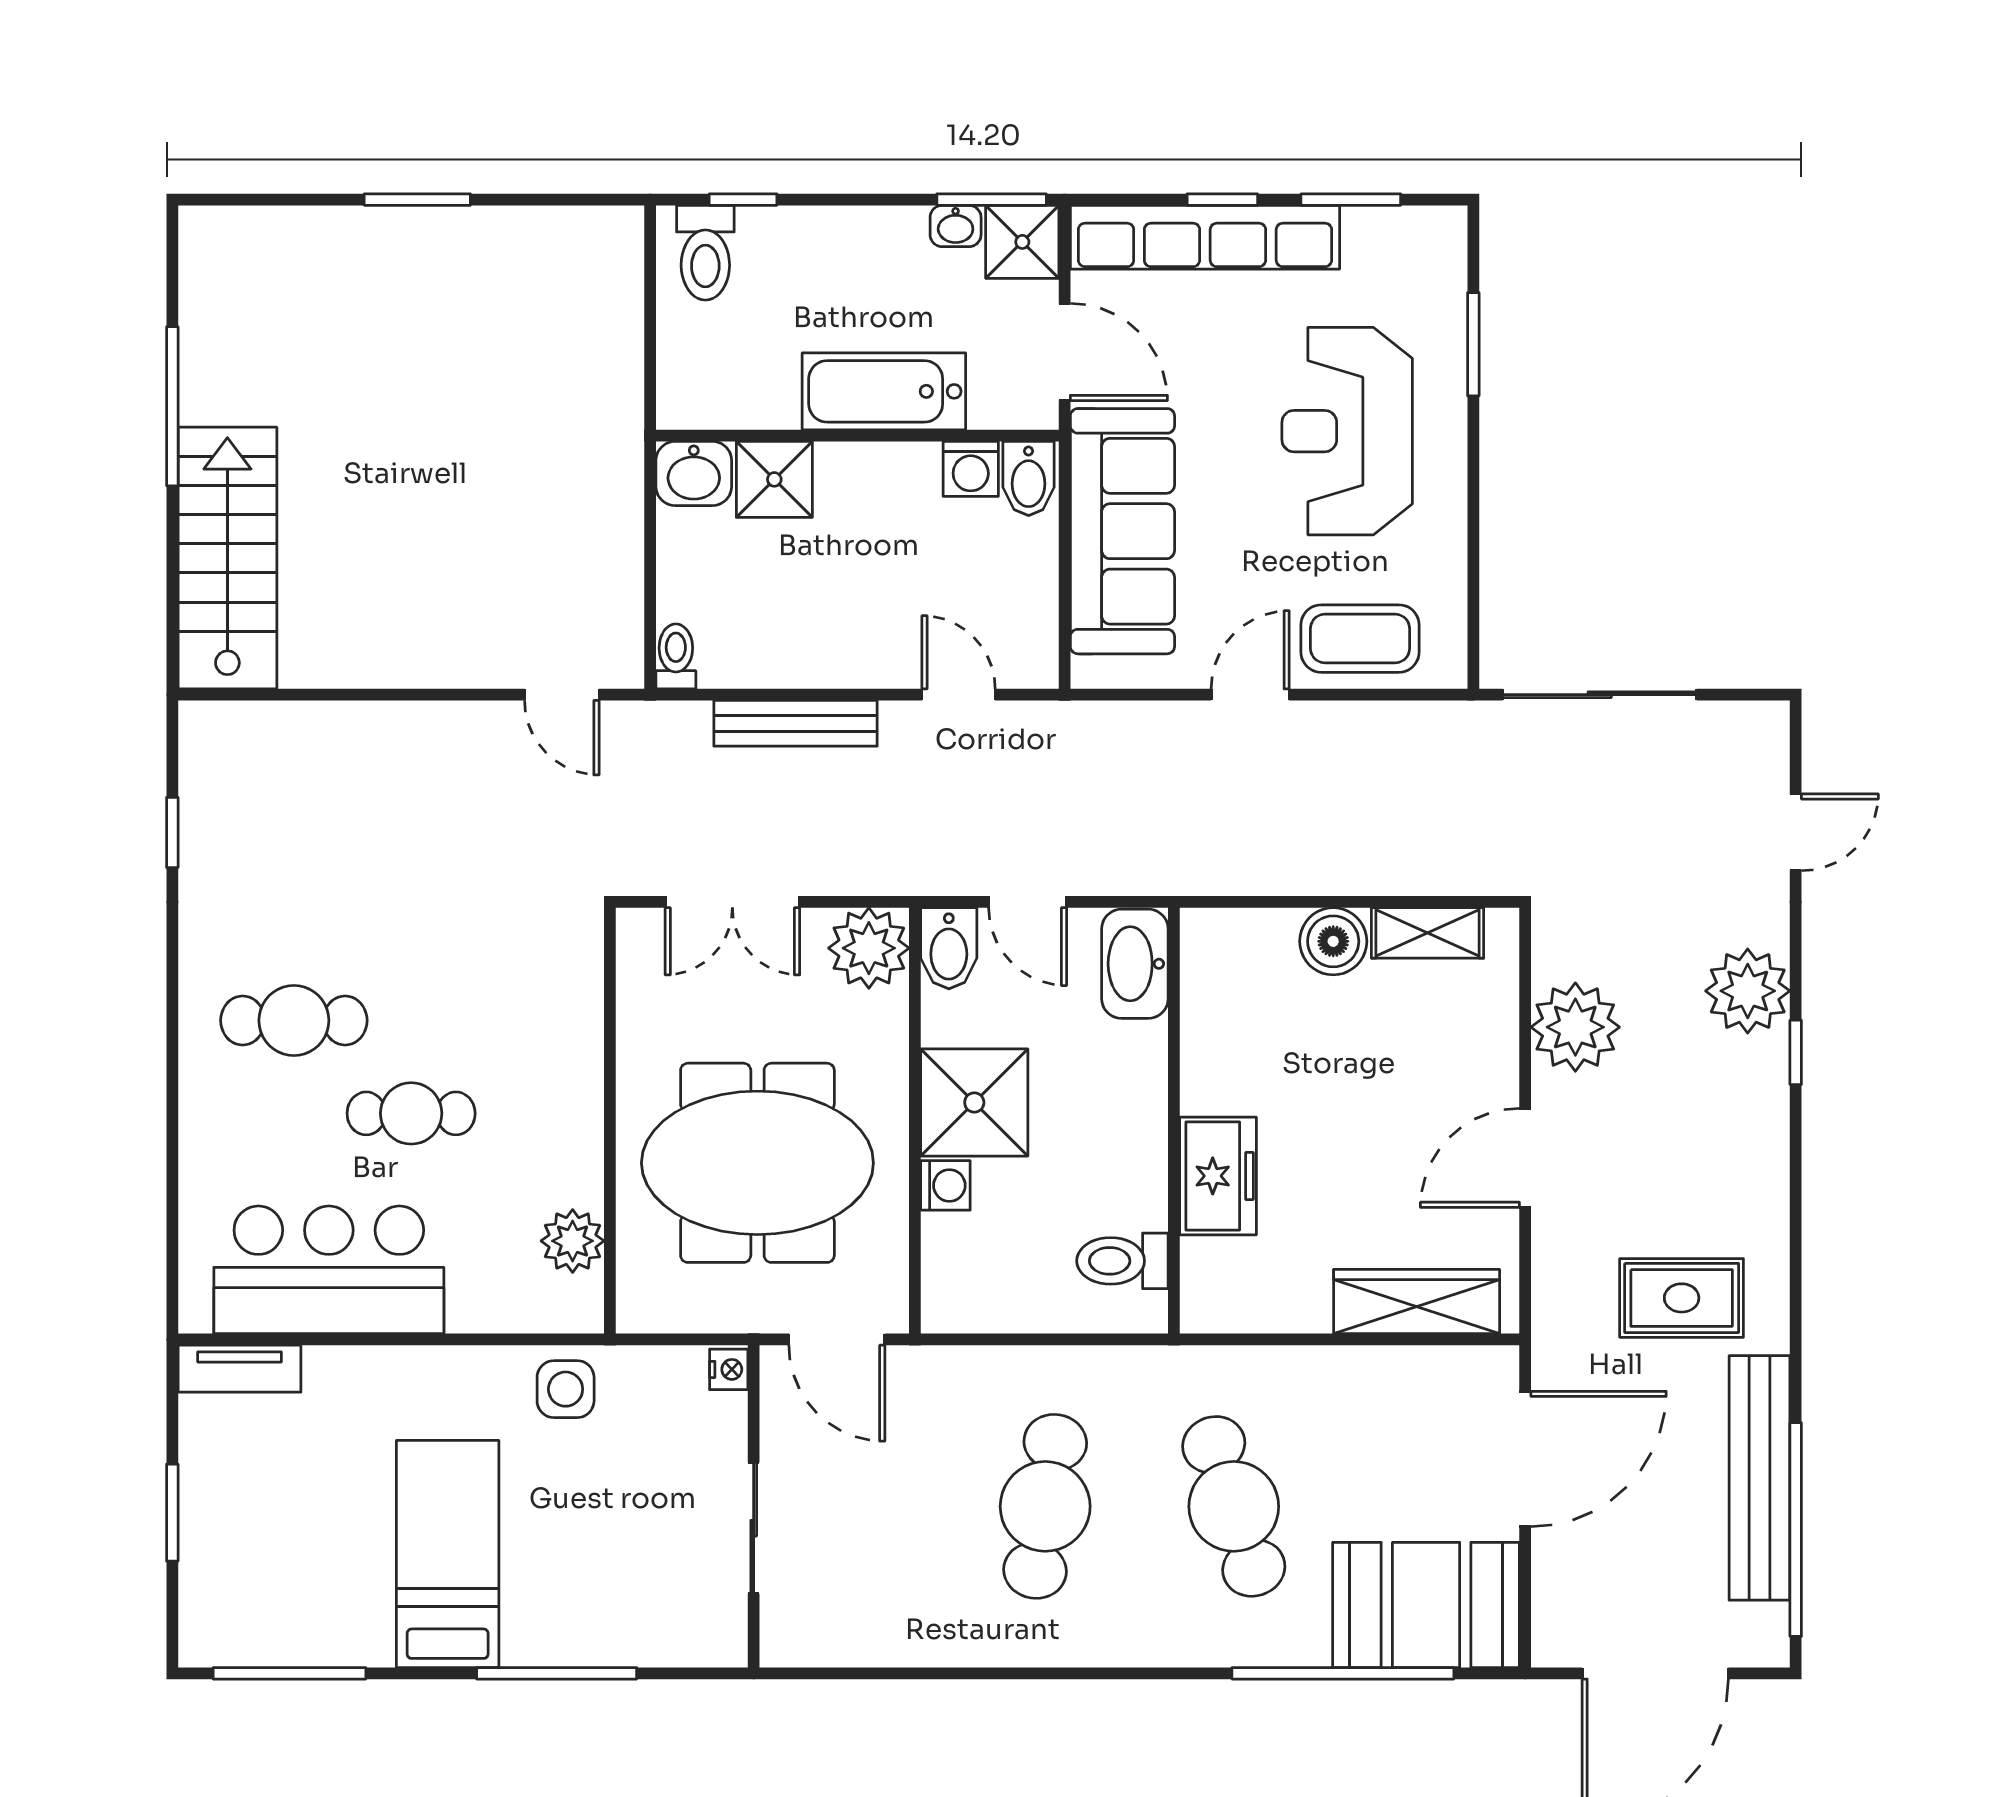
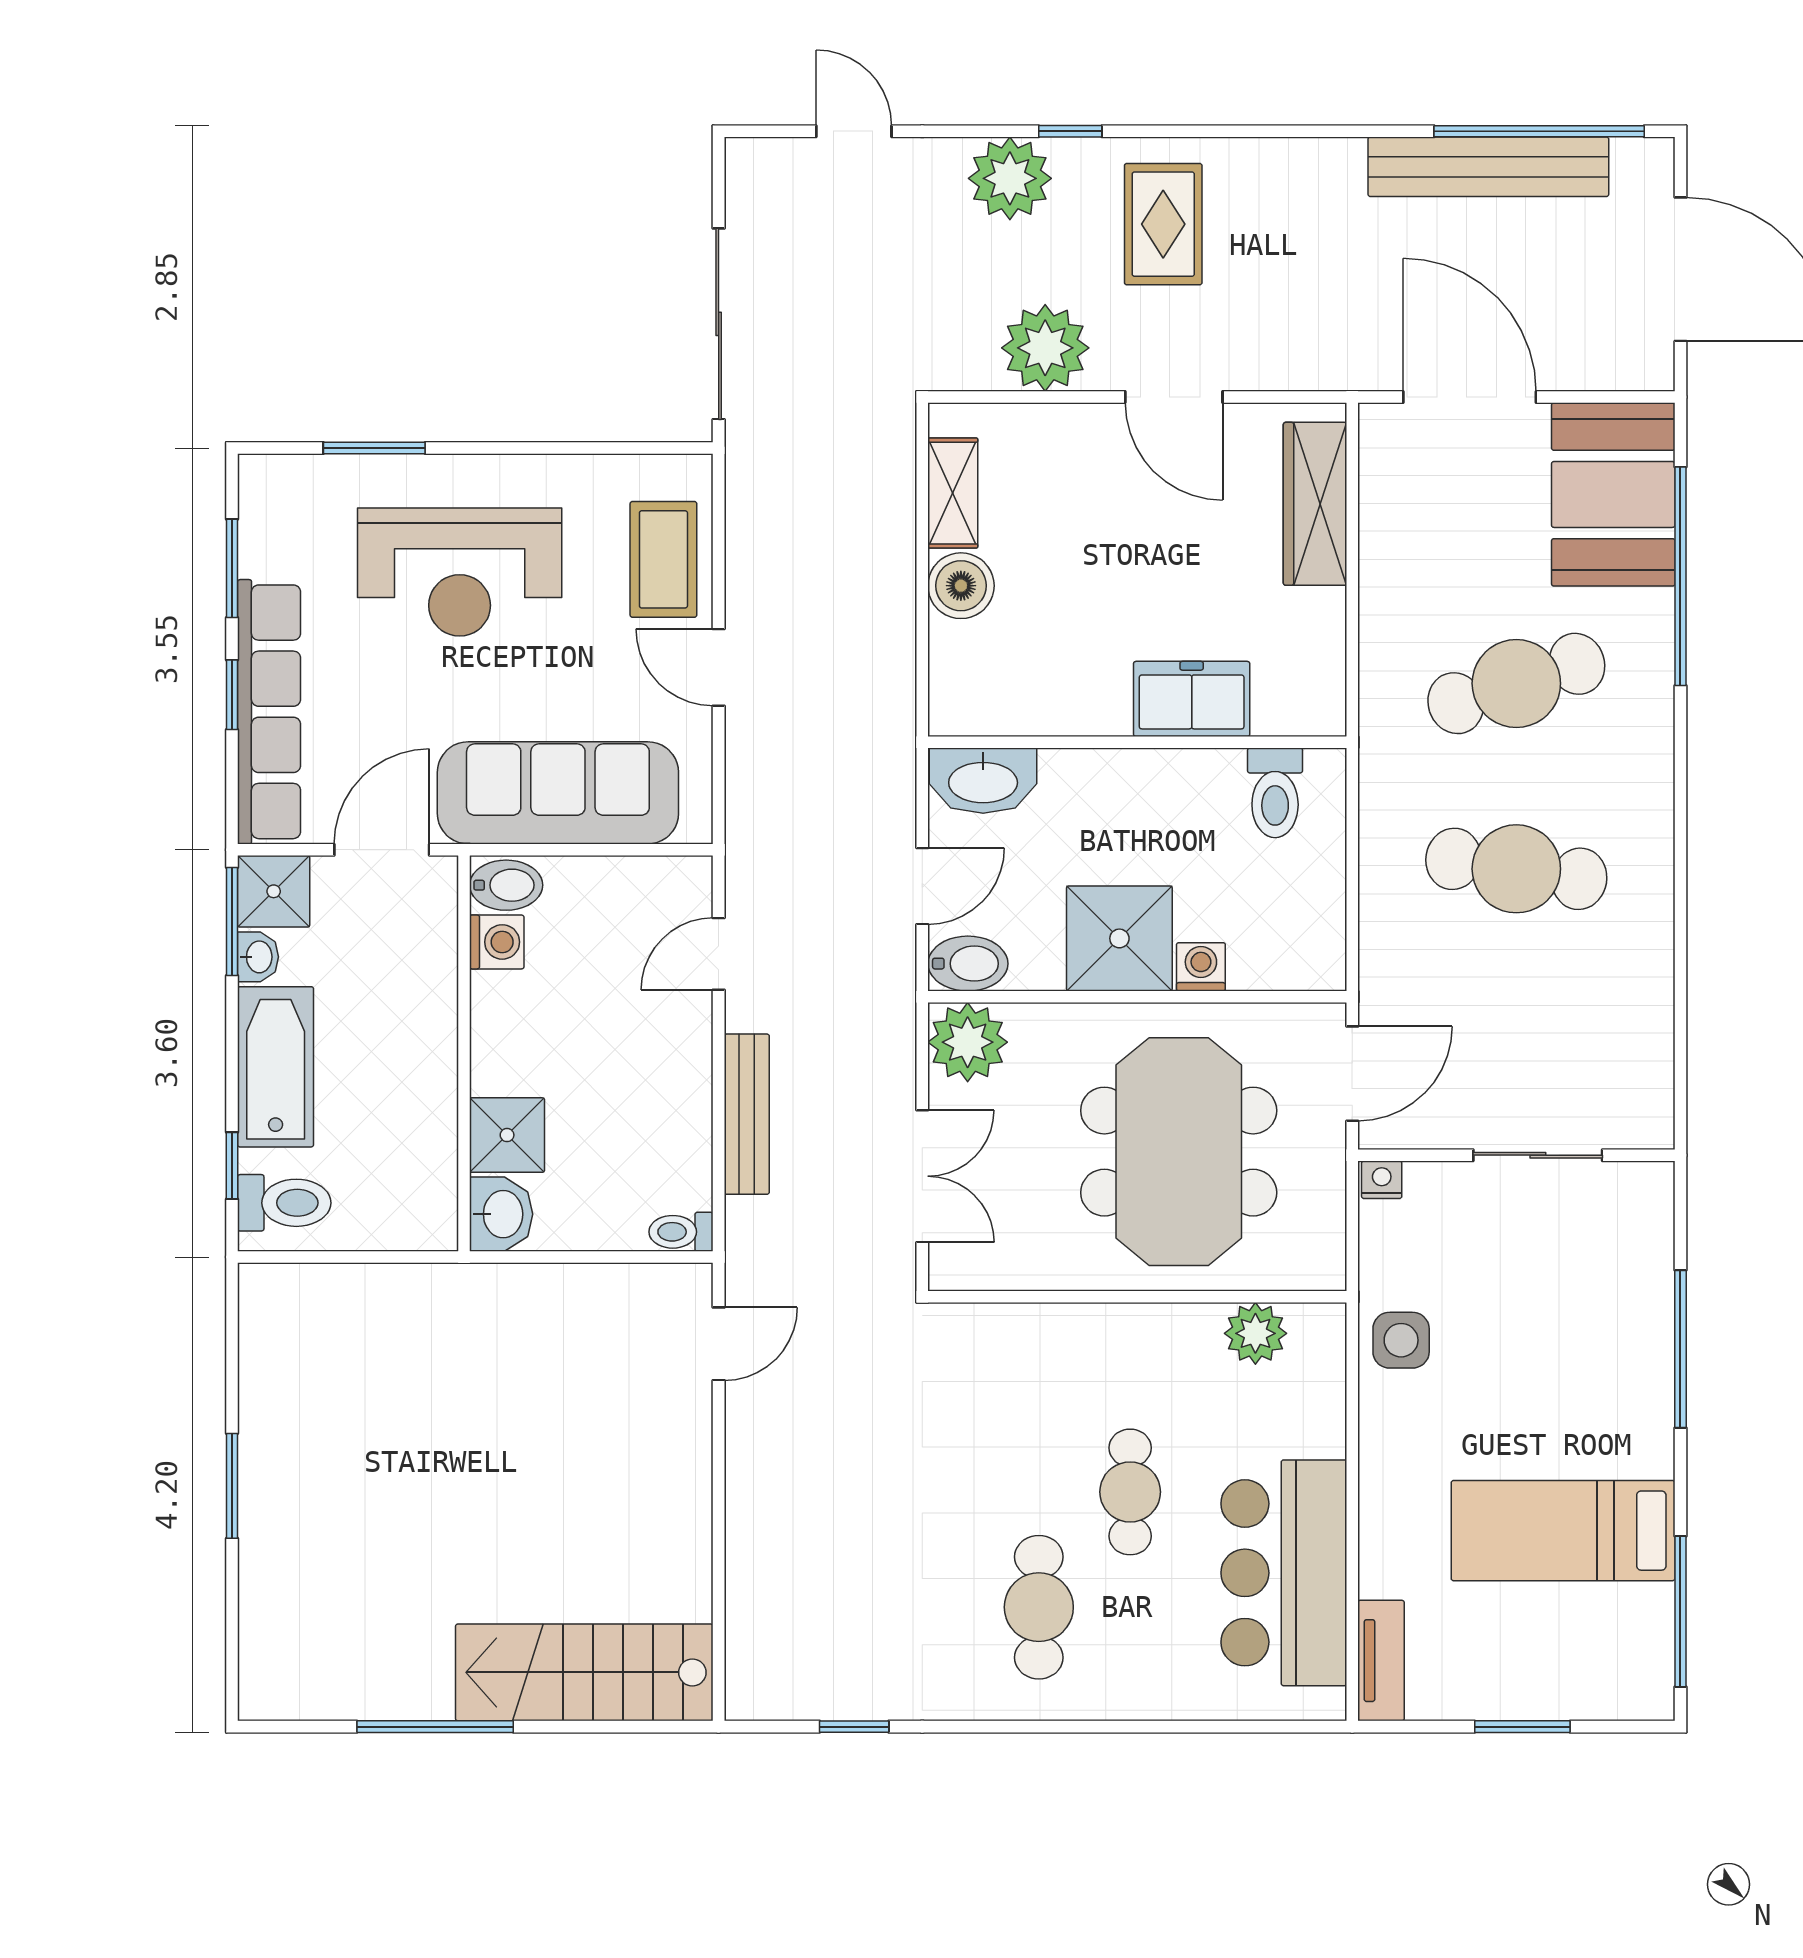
bathtub: (884, 391) -> (276, 1067), moved, turned 180
rug: (1682, 1298) -> (1163, 224), moved
bed: (448, 1554) -> (1563, 1531), moved

